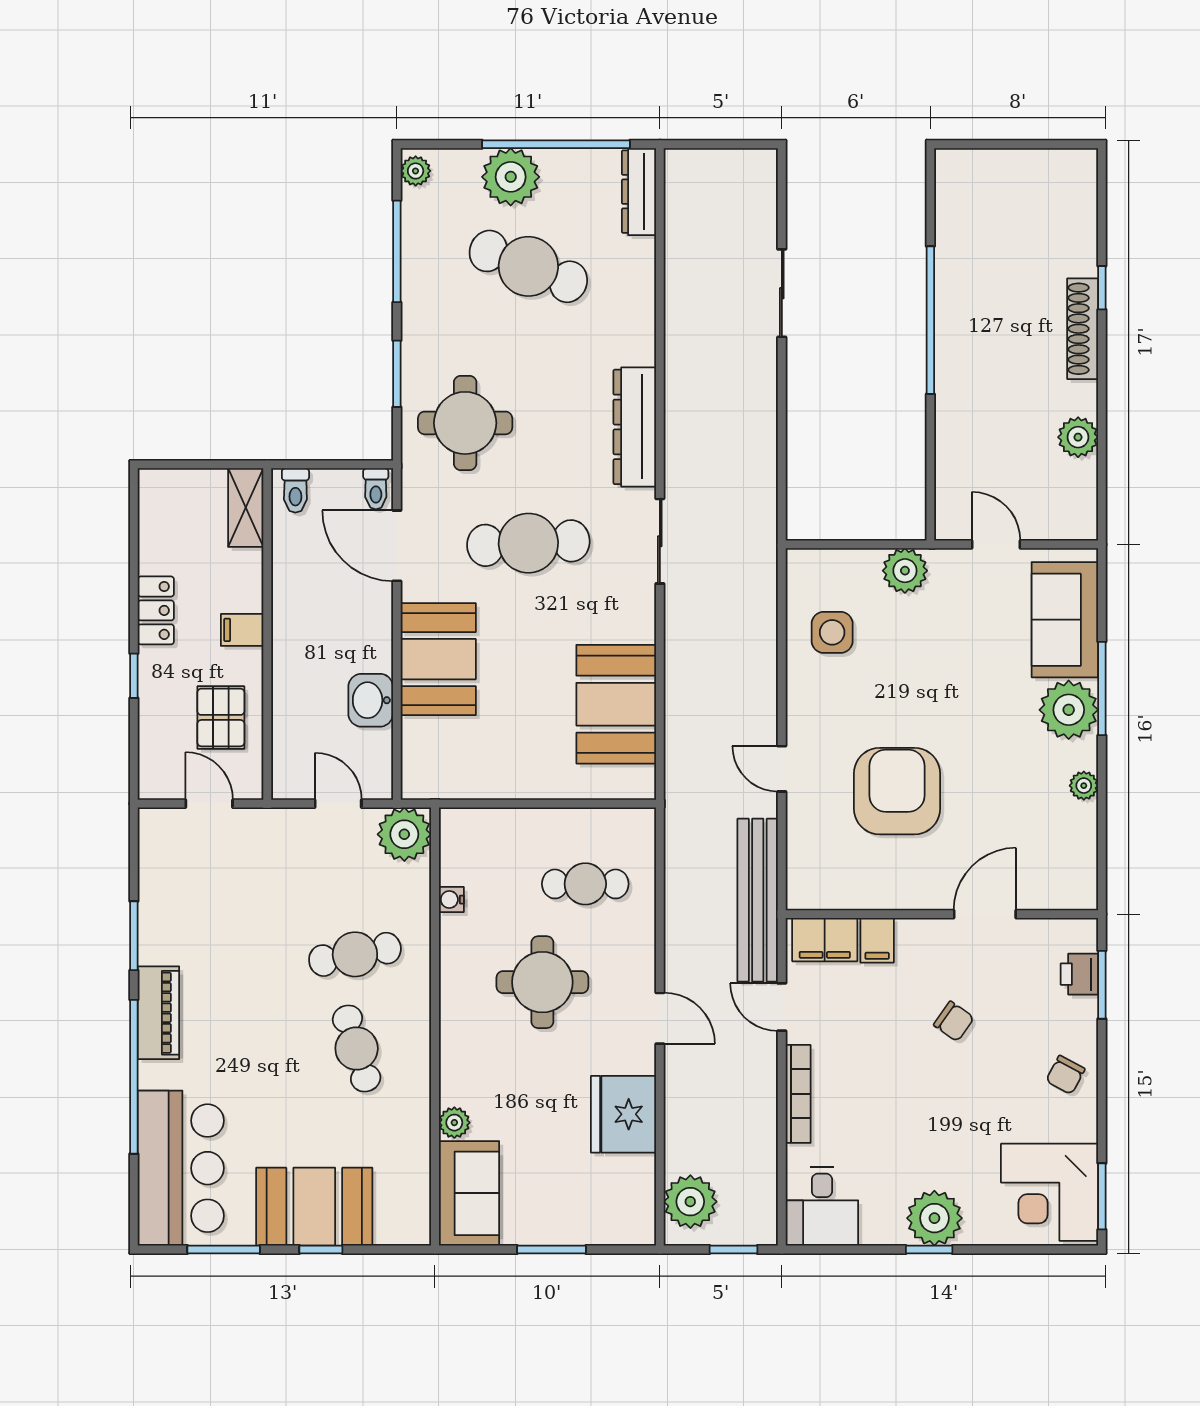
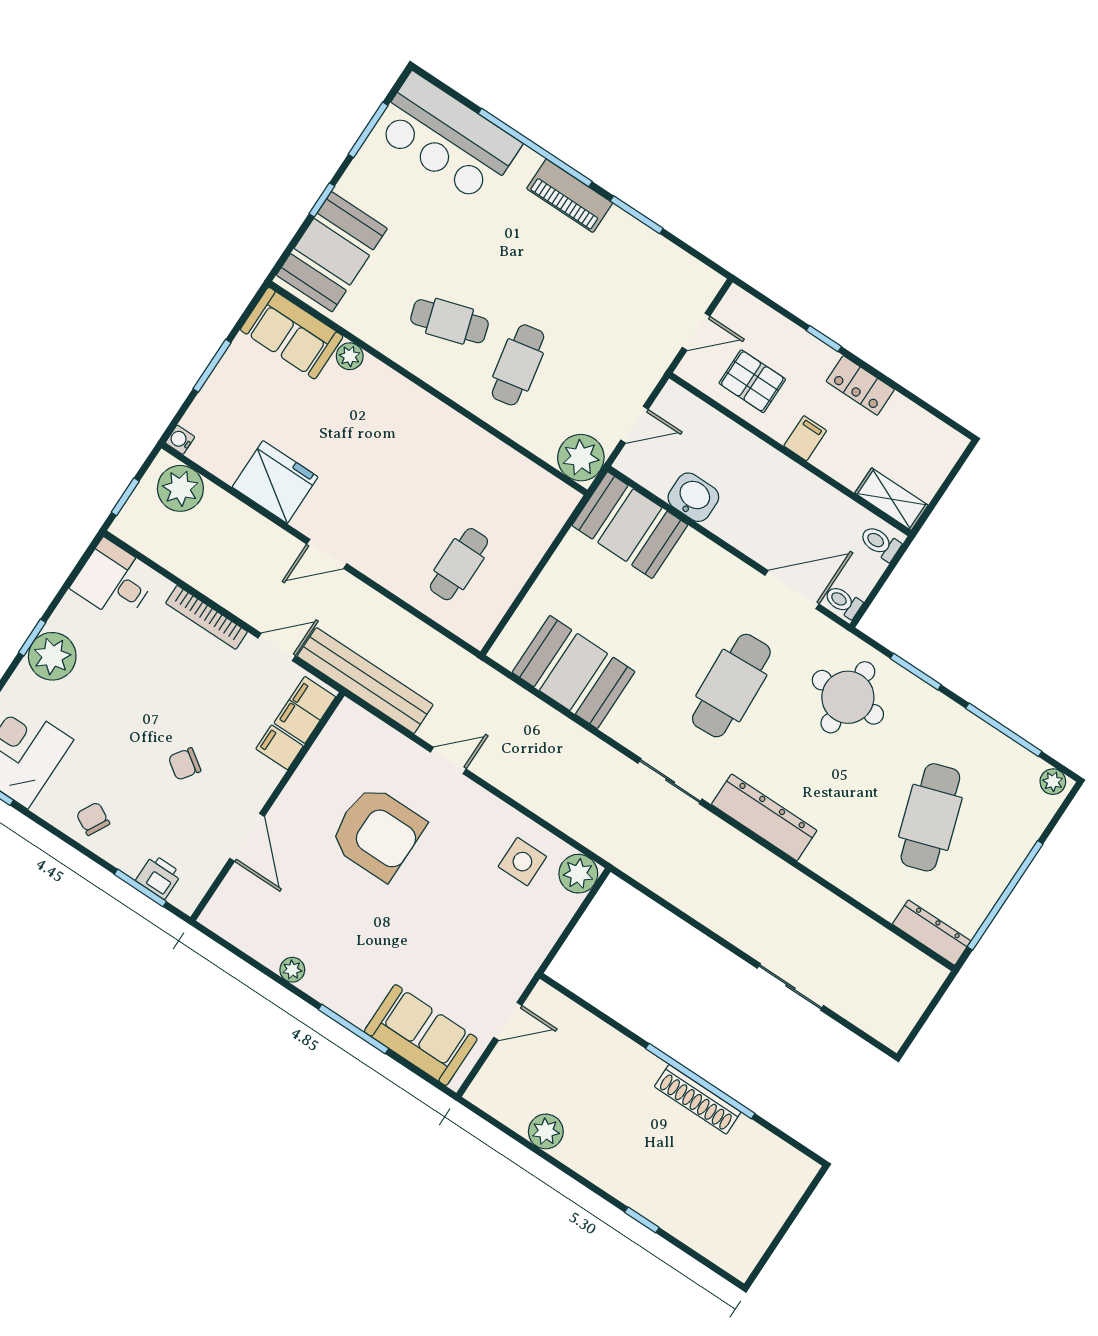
plant: (511, 177) -> (1003, 847), removed
cafe table: (528, 266) -> (930, 817), turned -39
shoe rack: (1083, 329) -> (698, 1099), moved, turned 180
plant: (905, 571) -> (578, 874), moved
booth: (438, 659) -> (630, 525), moved
plant: (1069, 710) -> (354, 995), removed
water cooler: (451, 900) -> (180, 440), moved, turned -90
round table: (542, 982) -> (409, 487), removed
booth: (314, 1207) -> (332, 252), moved

